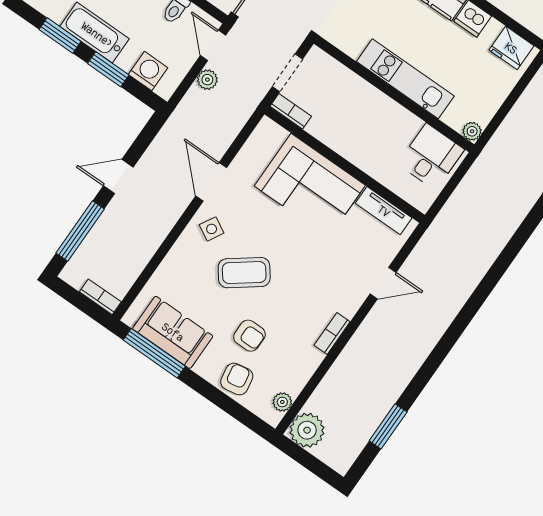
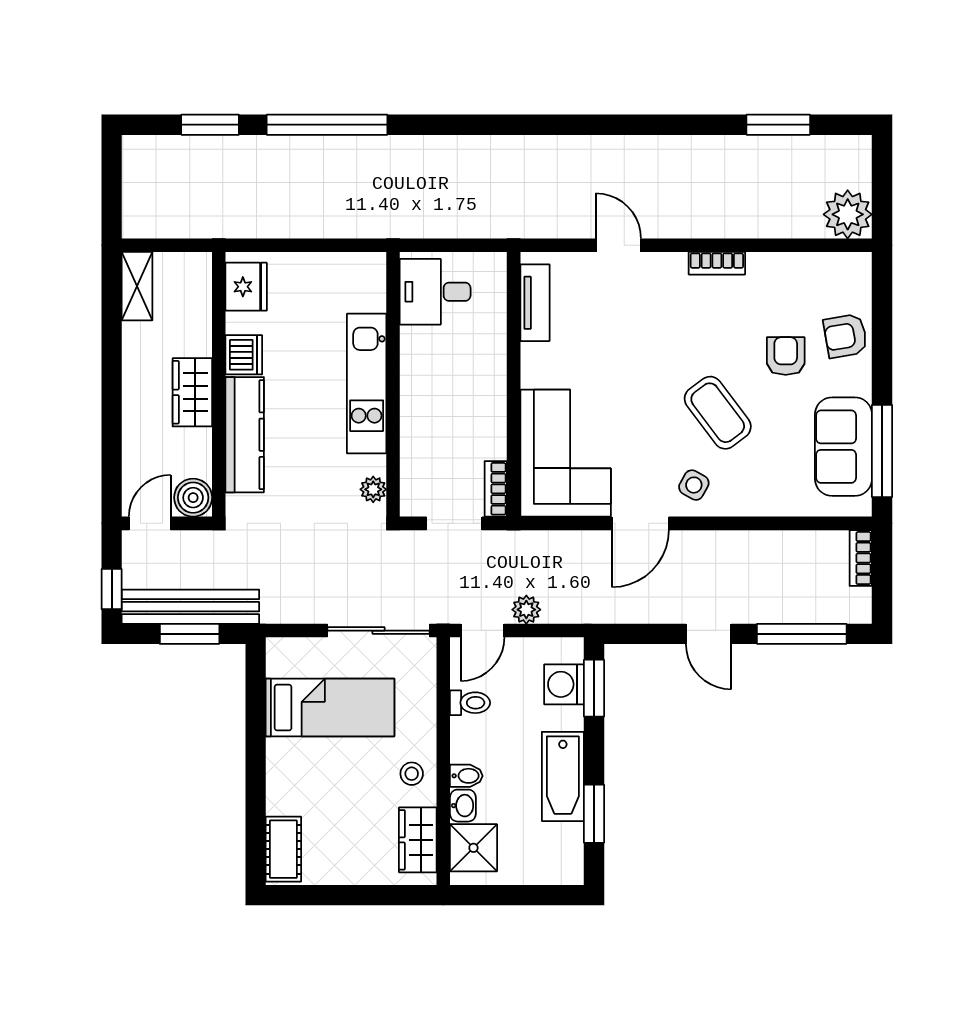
window: (108, 69) -> (594, 688), moved
plant: (472, 131) -> (373, 489), moved
corner sofa: (310, 186) -> (566, 453), moved
plant: (282, 402) -> (835, 265), removed

